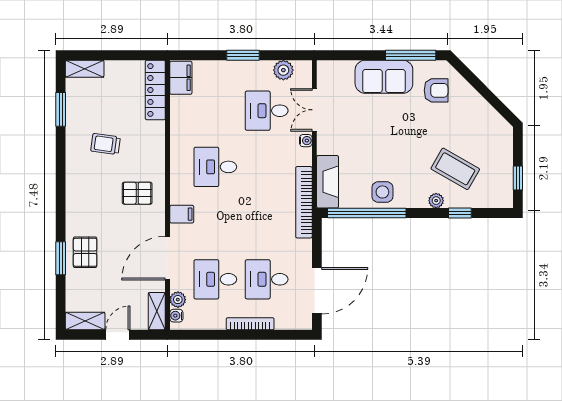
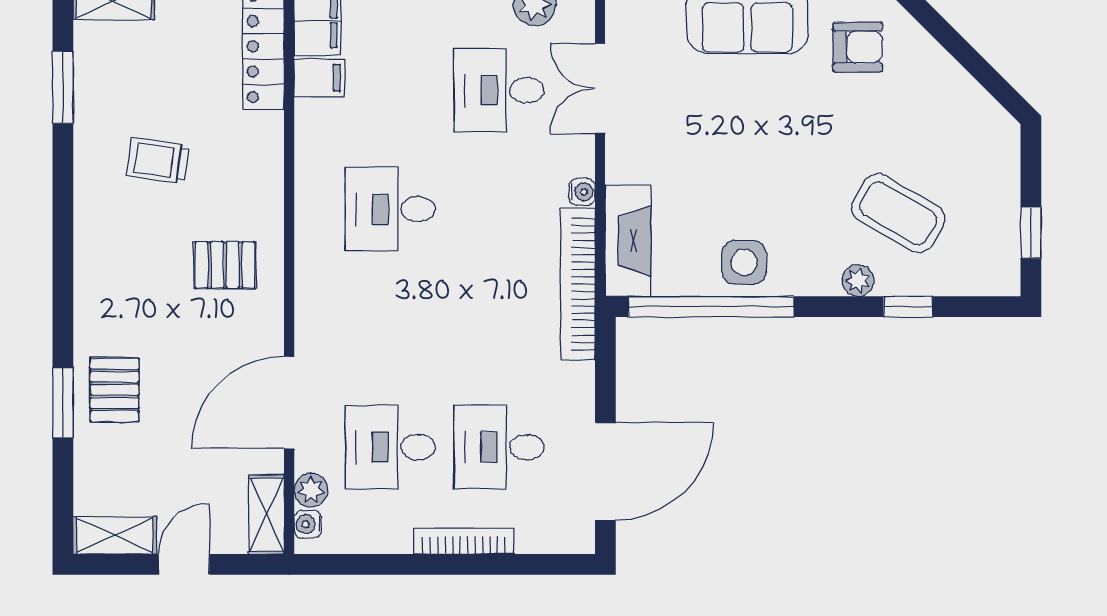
water cooler: (306, 141) -> (582, 192), moved
filing cabinet: (182, 214) -> (319, 78), moved

